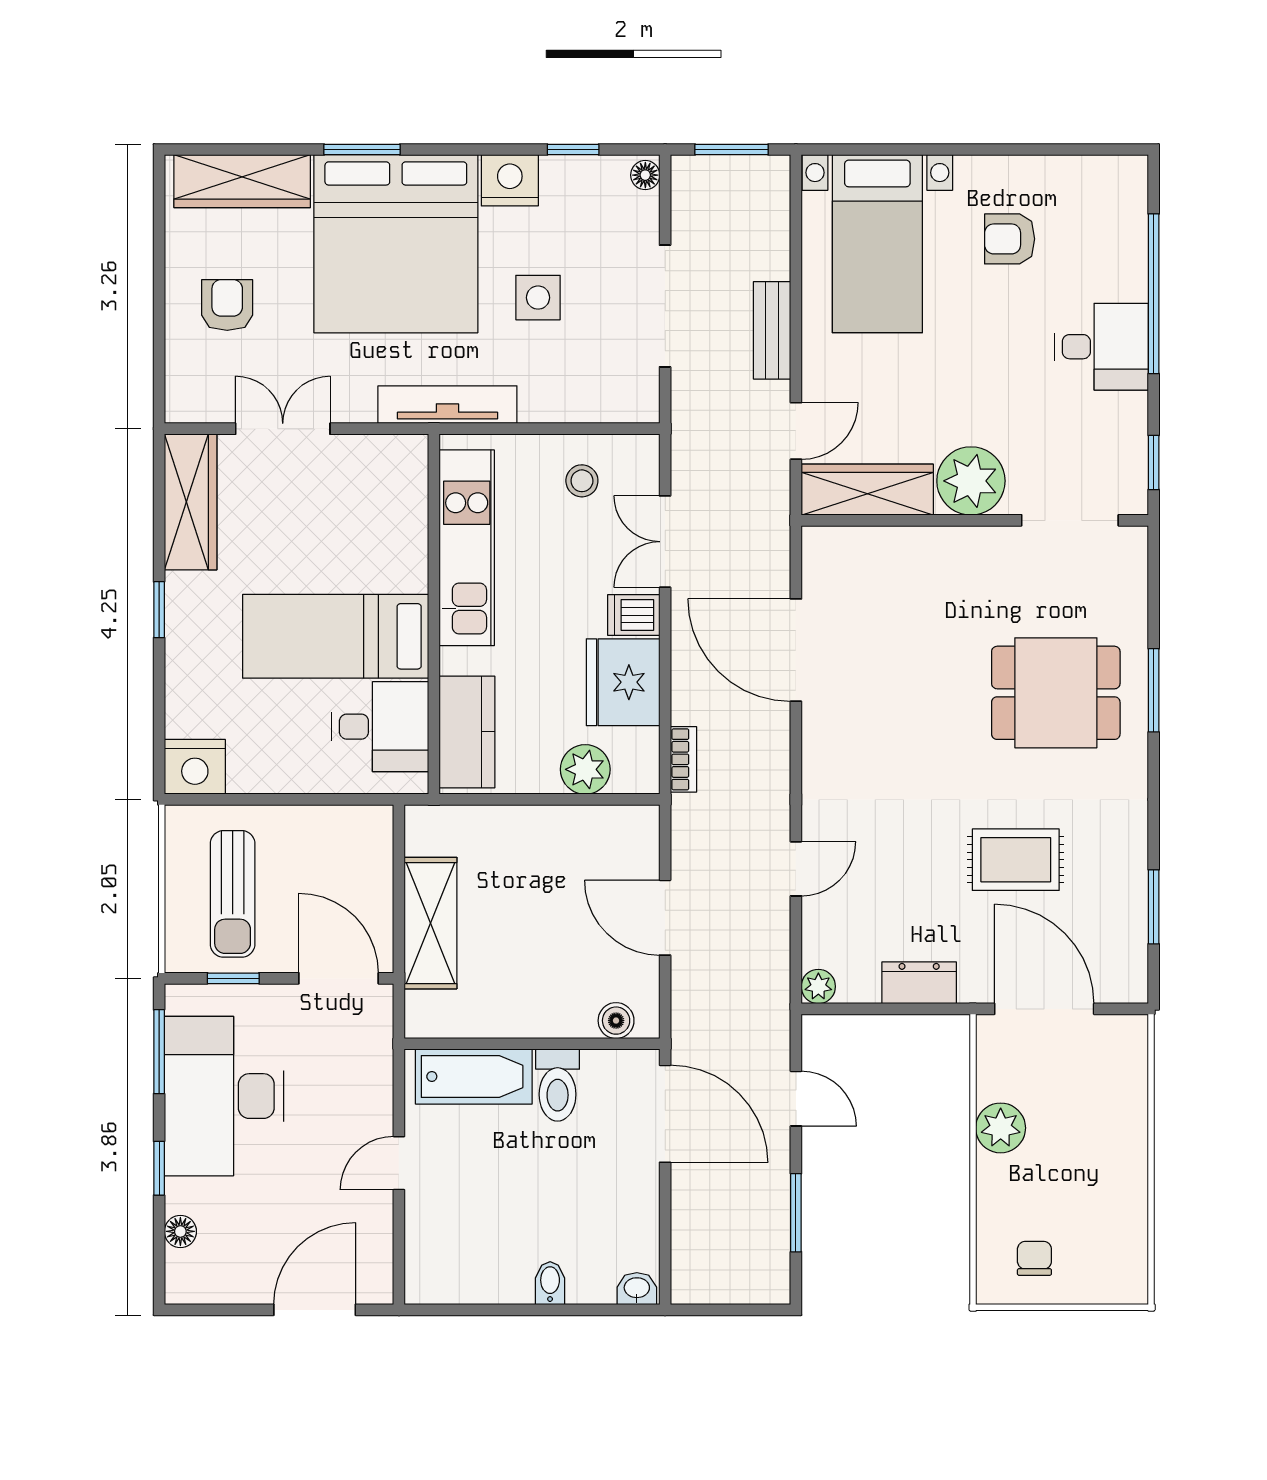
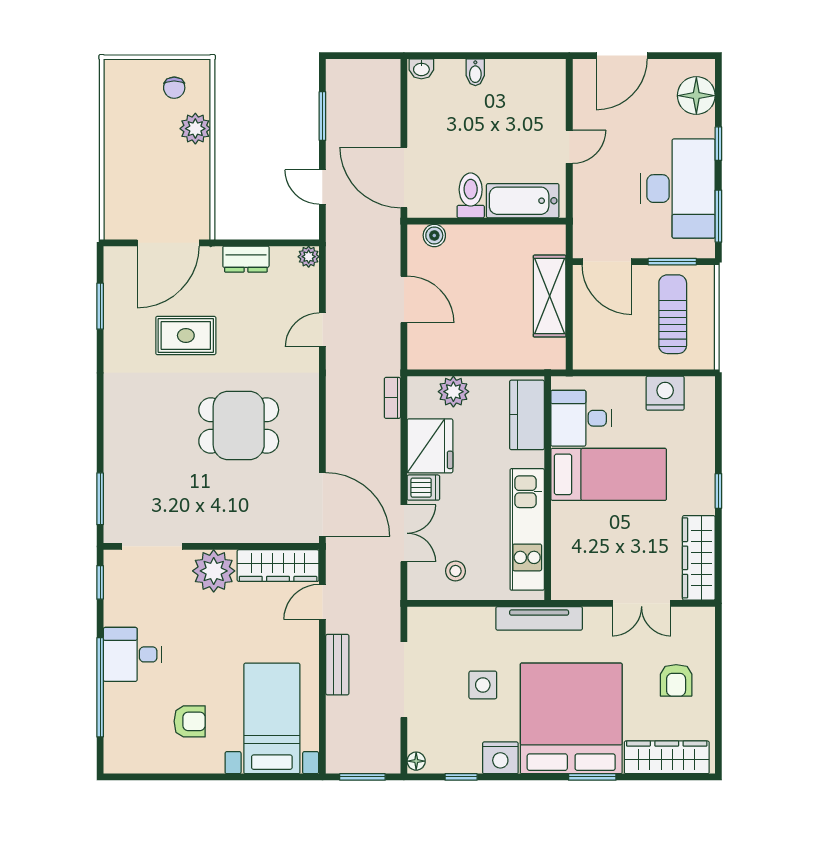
door: (796, 650) -> (322, 505), moved
window: (1154, 690) -> (100, 499), moved
dining table: (1056, 693) -> (239, 425), moved
nightstand: (195, 767) -> (665, 393), moved
window: (233, 978) -> (672, 262), width x1.50
door: (1044, 1009) -> (168, 243), hinge flipped
plant: (1001, 1128) -> (195, 129), moved
floor lamp: (180, 1231) -> (696, 96), width x1.89, depth x1.89

